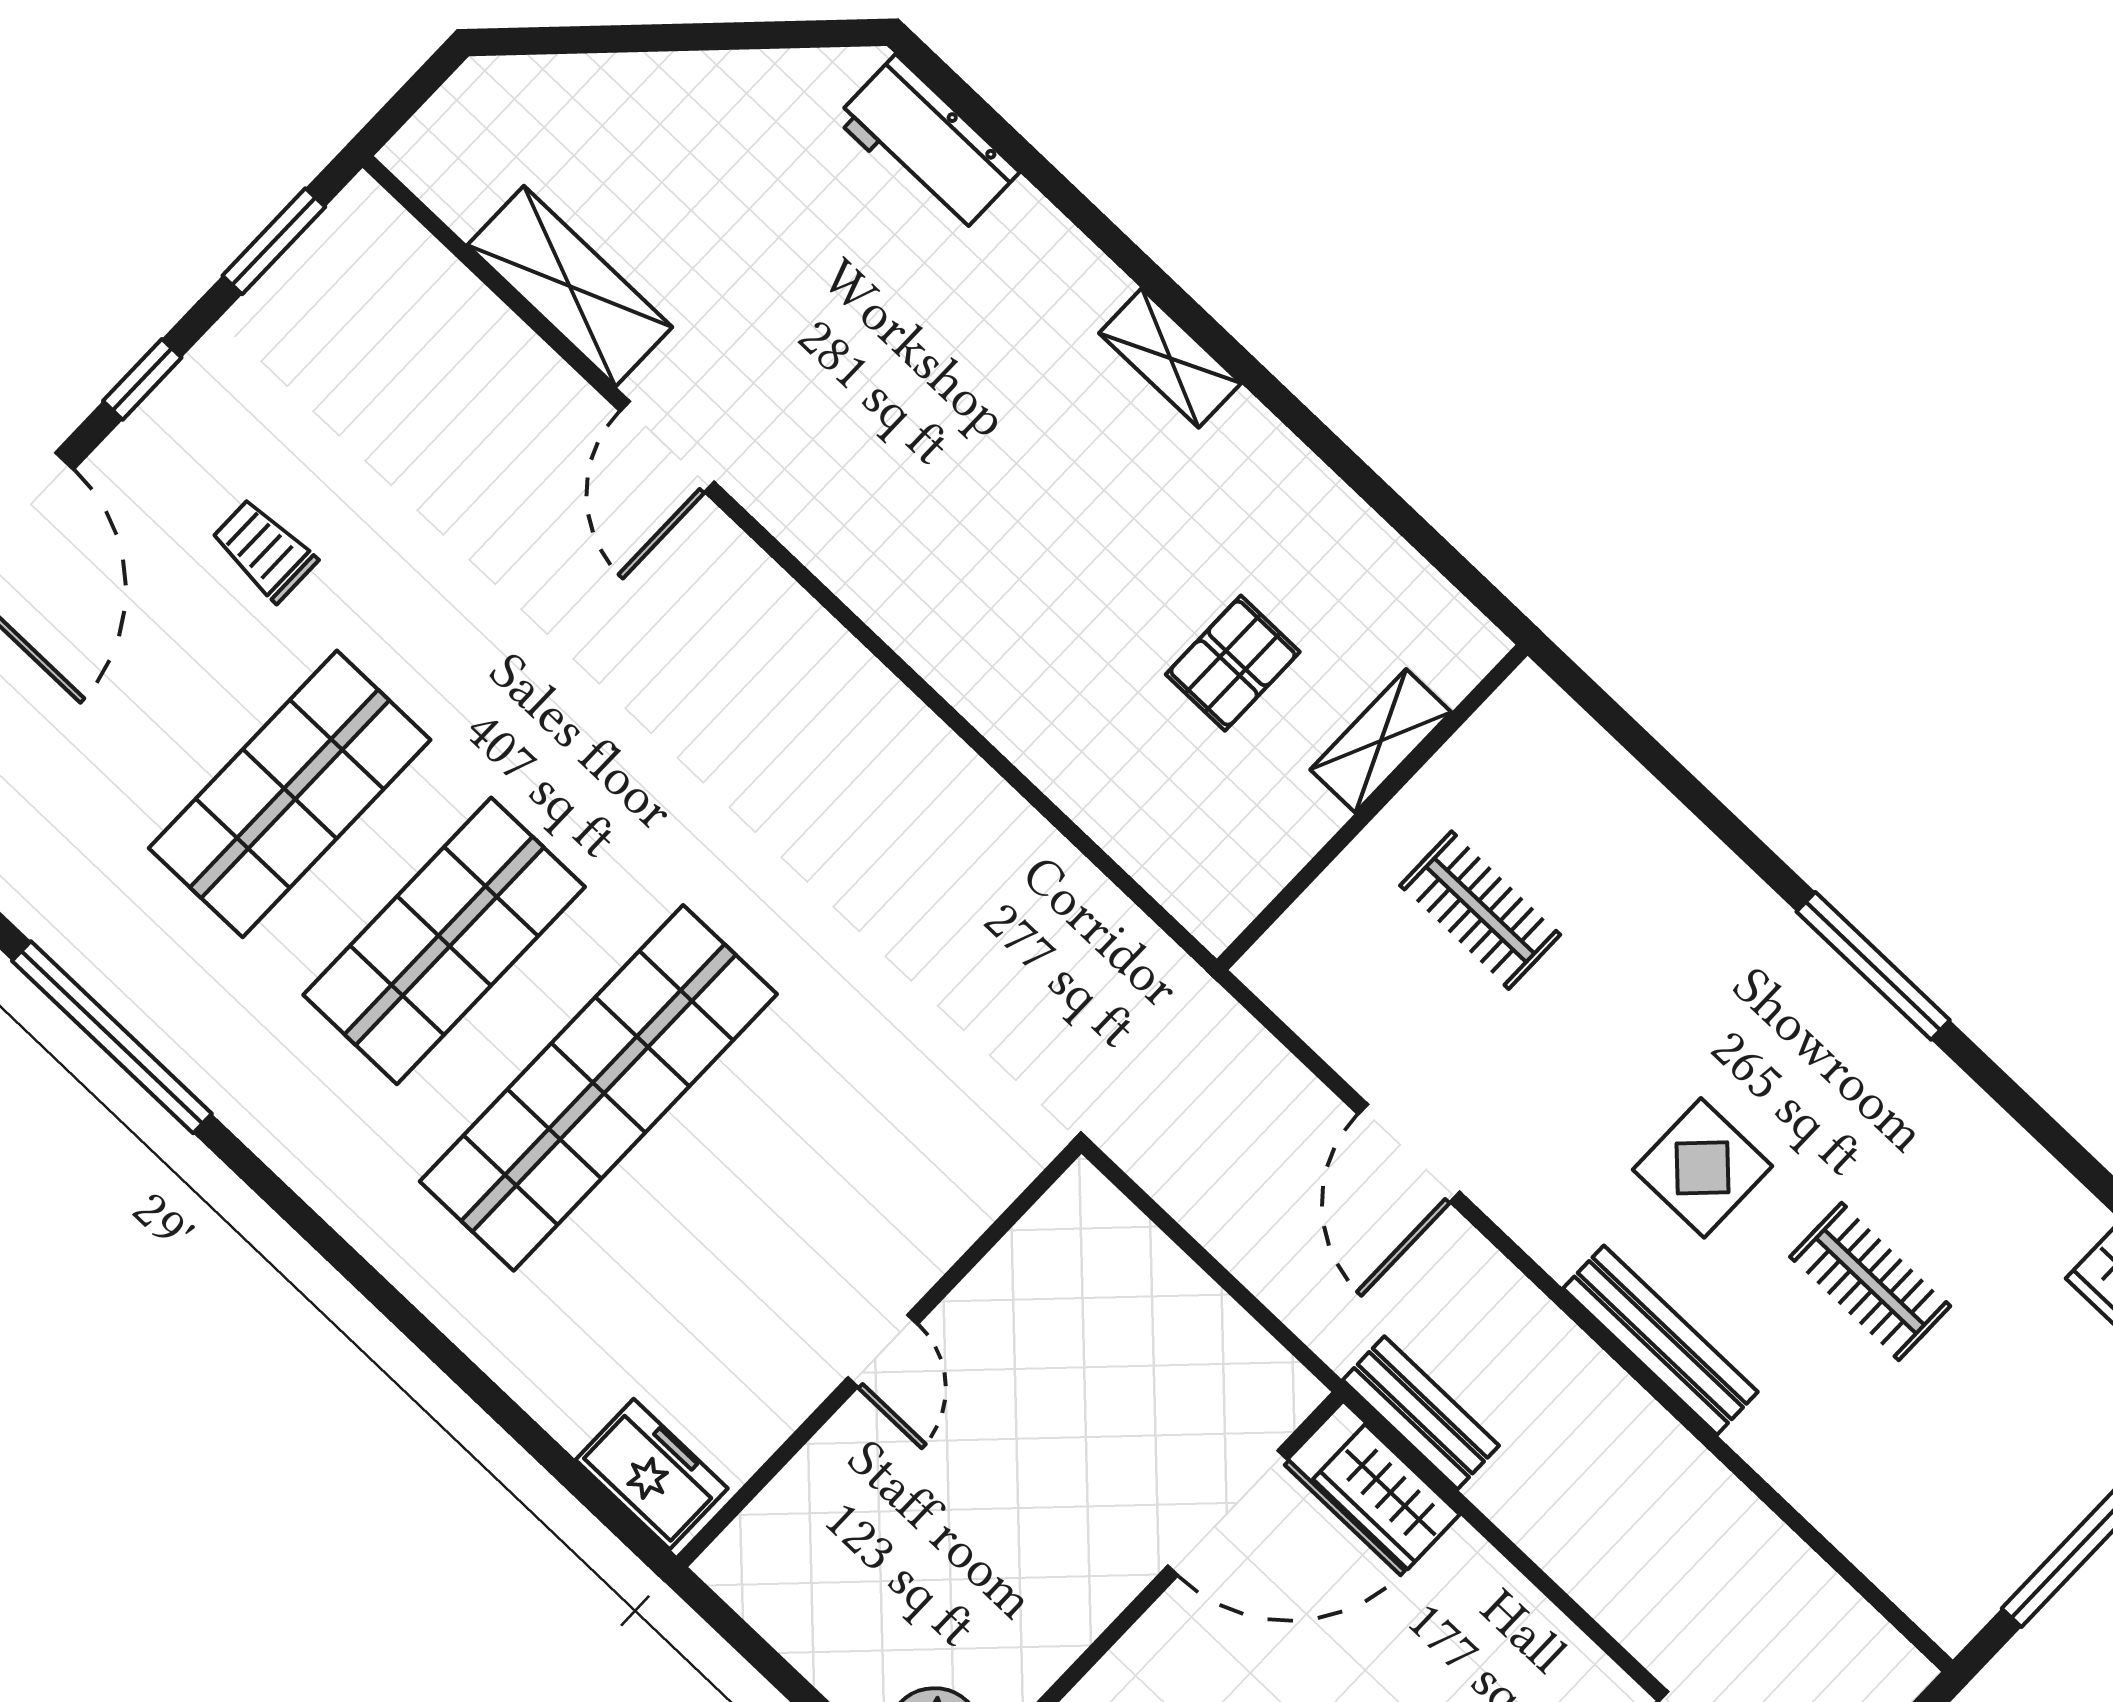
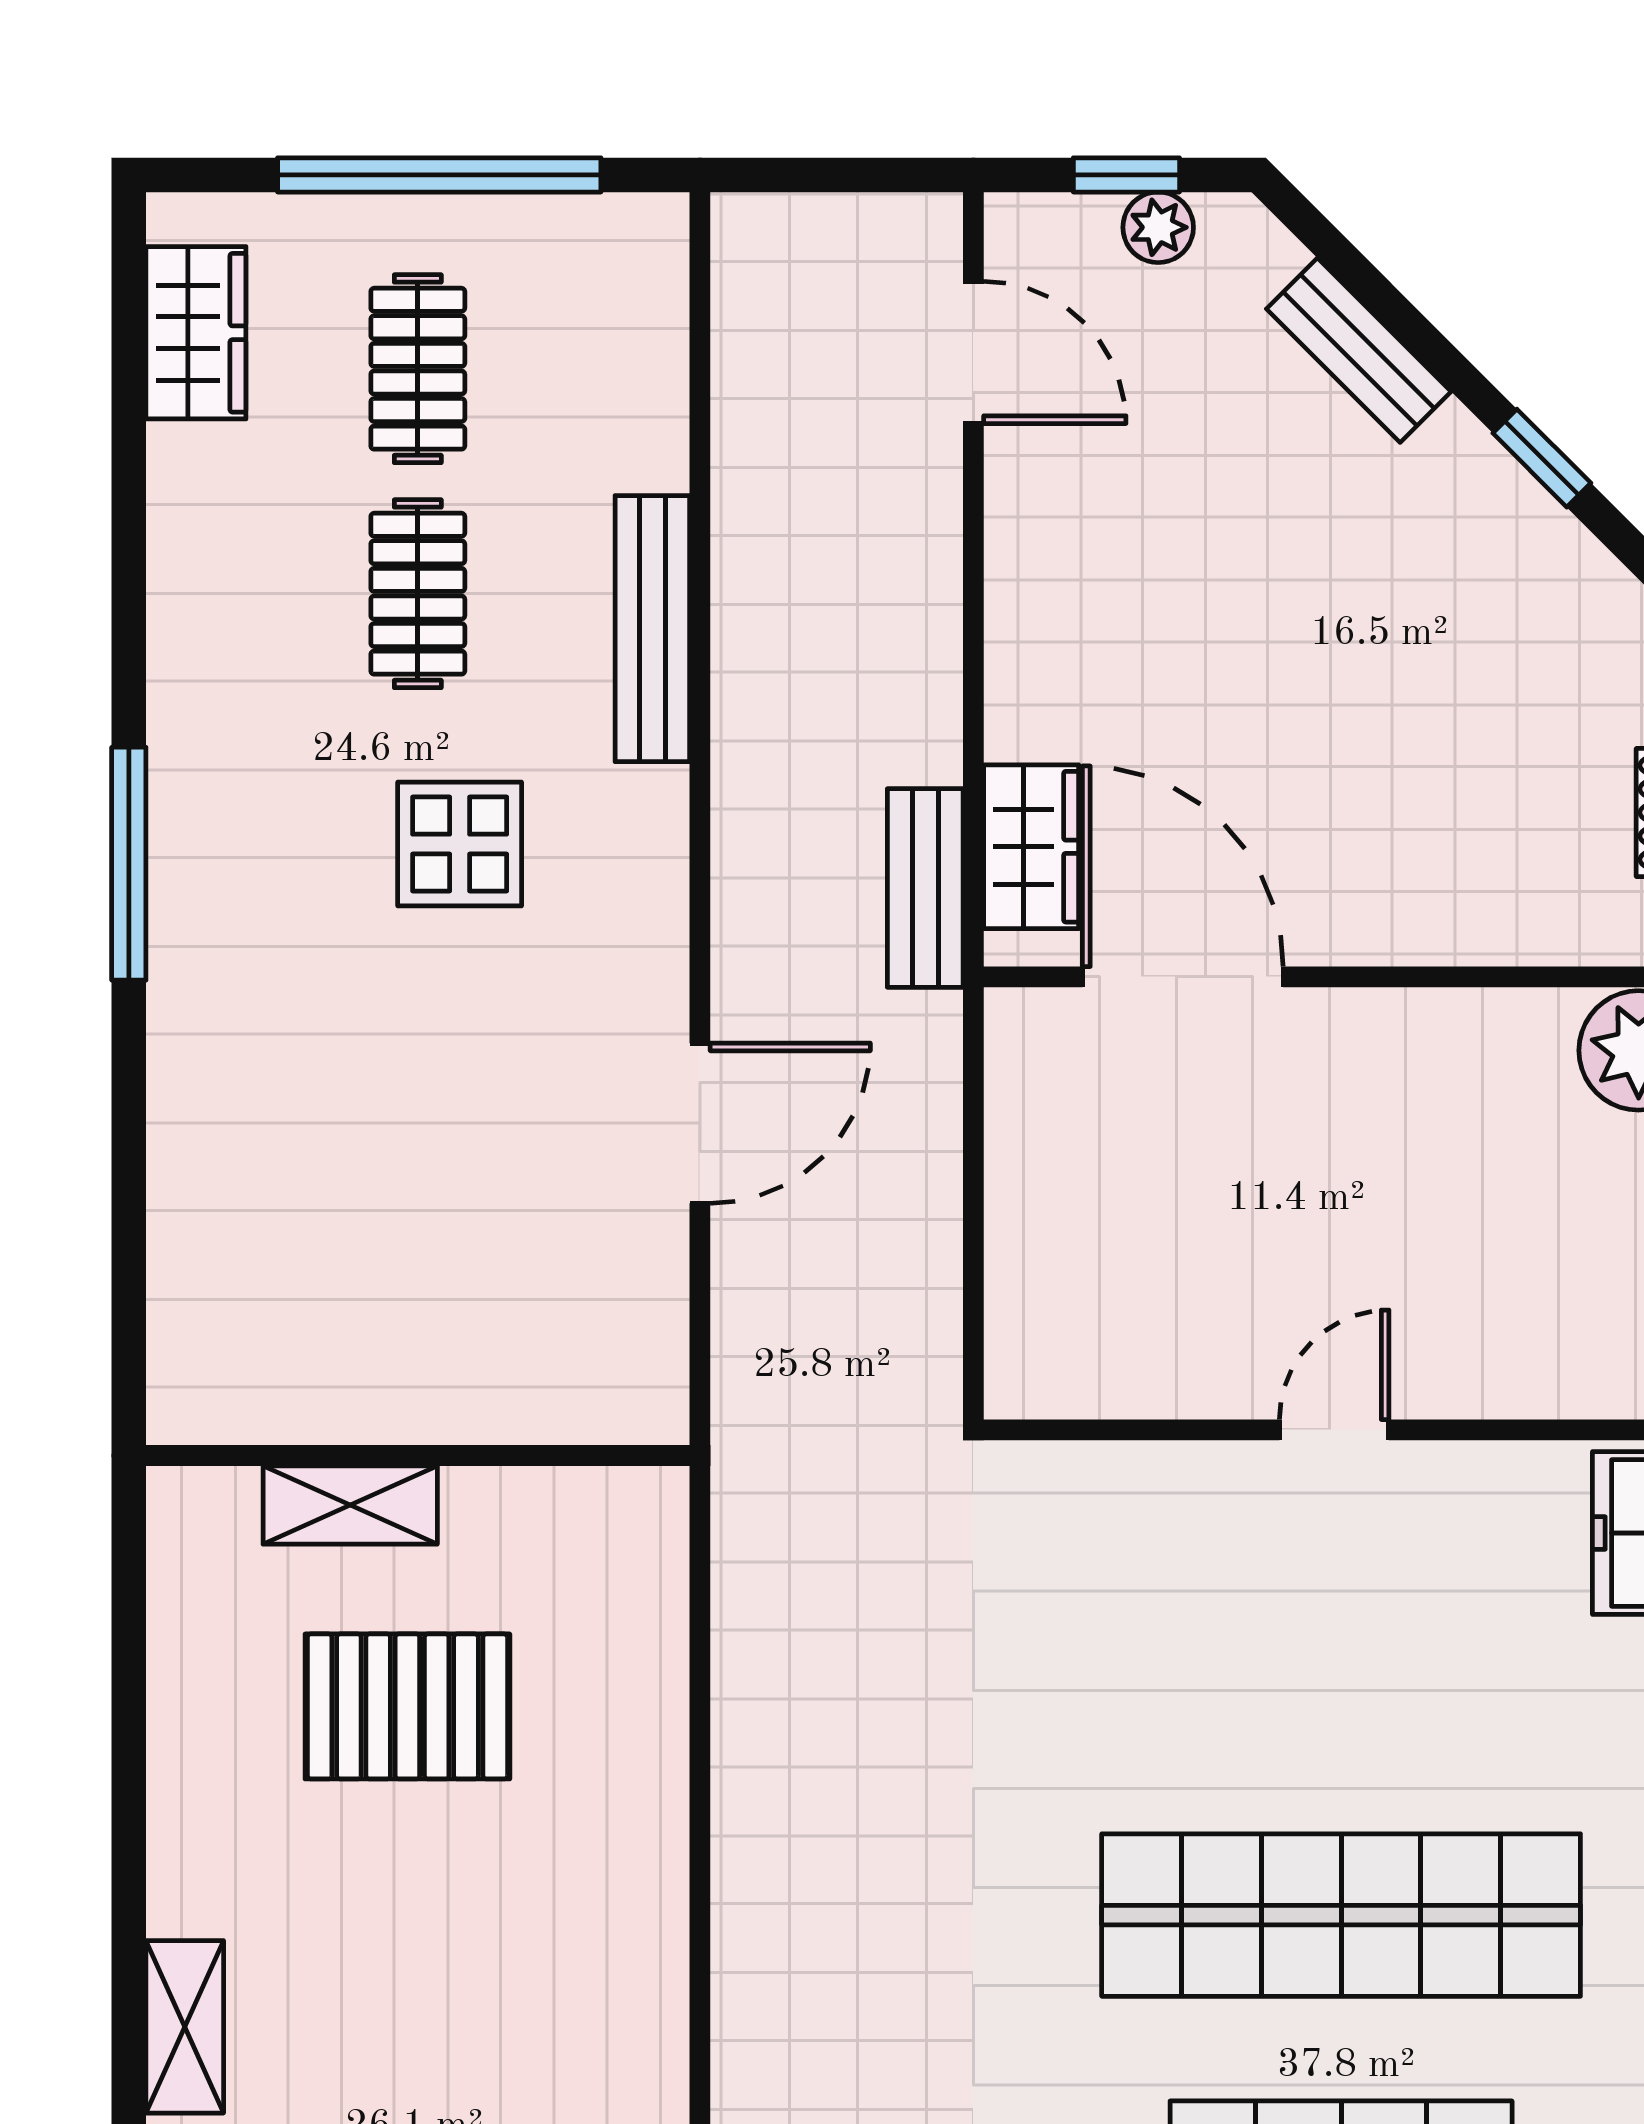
pallet: (1233, 663) -> (407, 1706), width x1.50, depth x1.42
clothes rail: (1480, 910) -> (418, 369), moved
bench: (1660, 1340) -> (652, 629), moved

